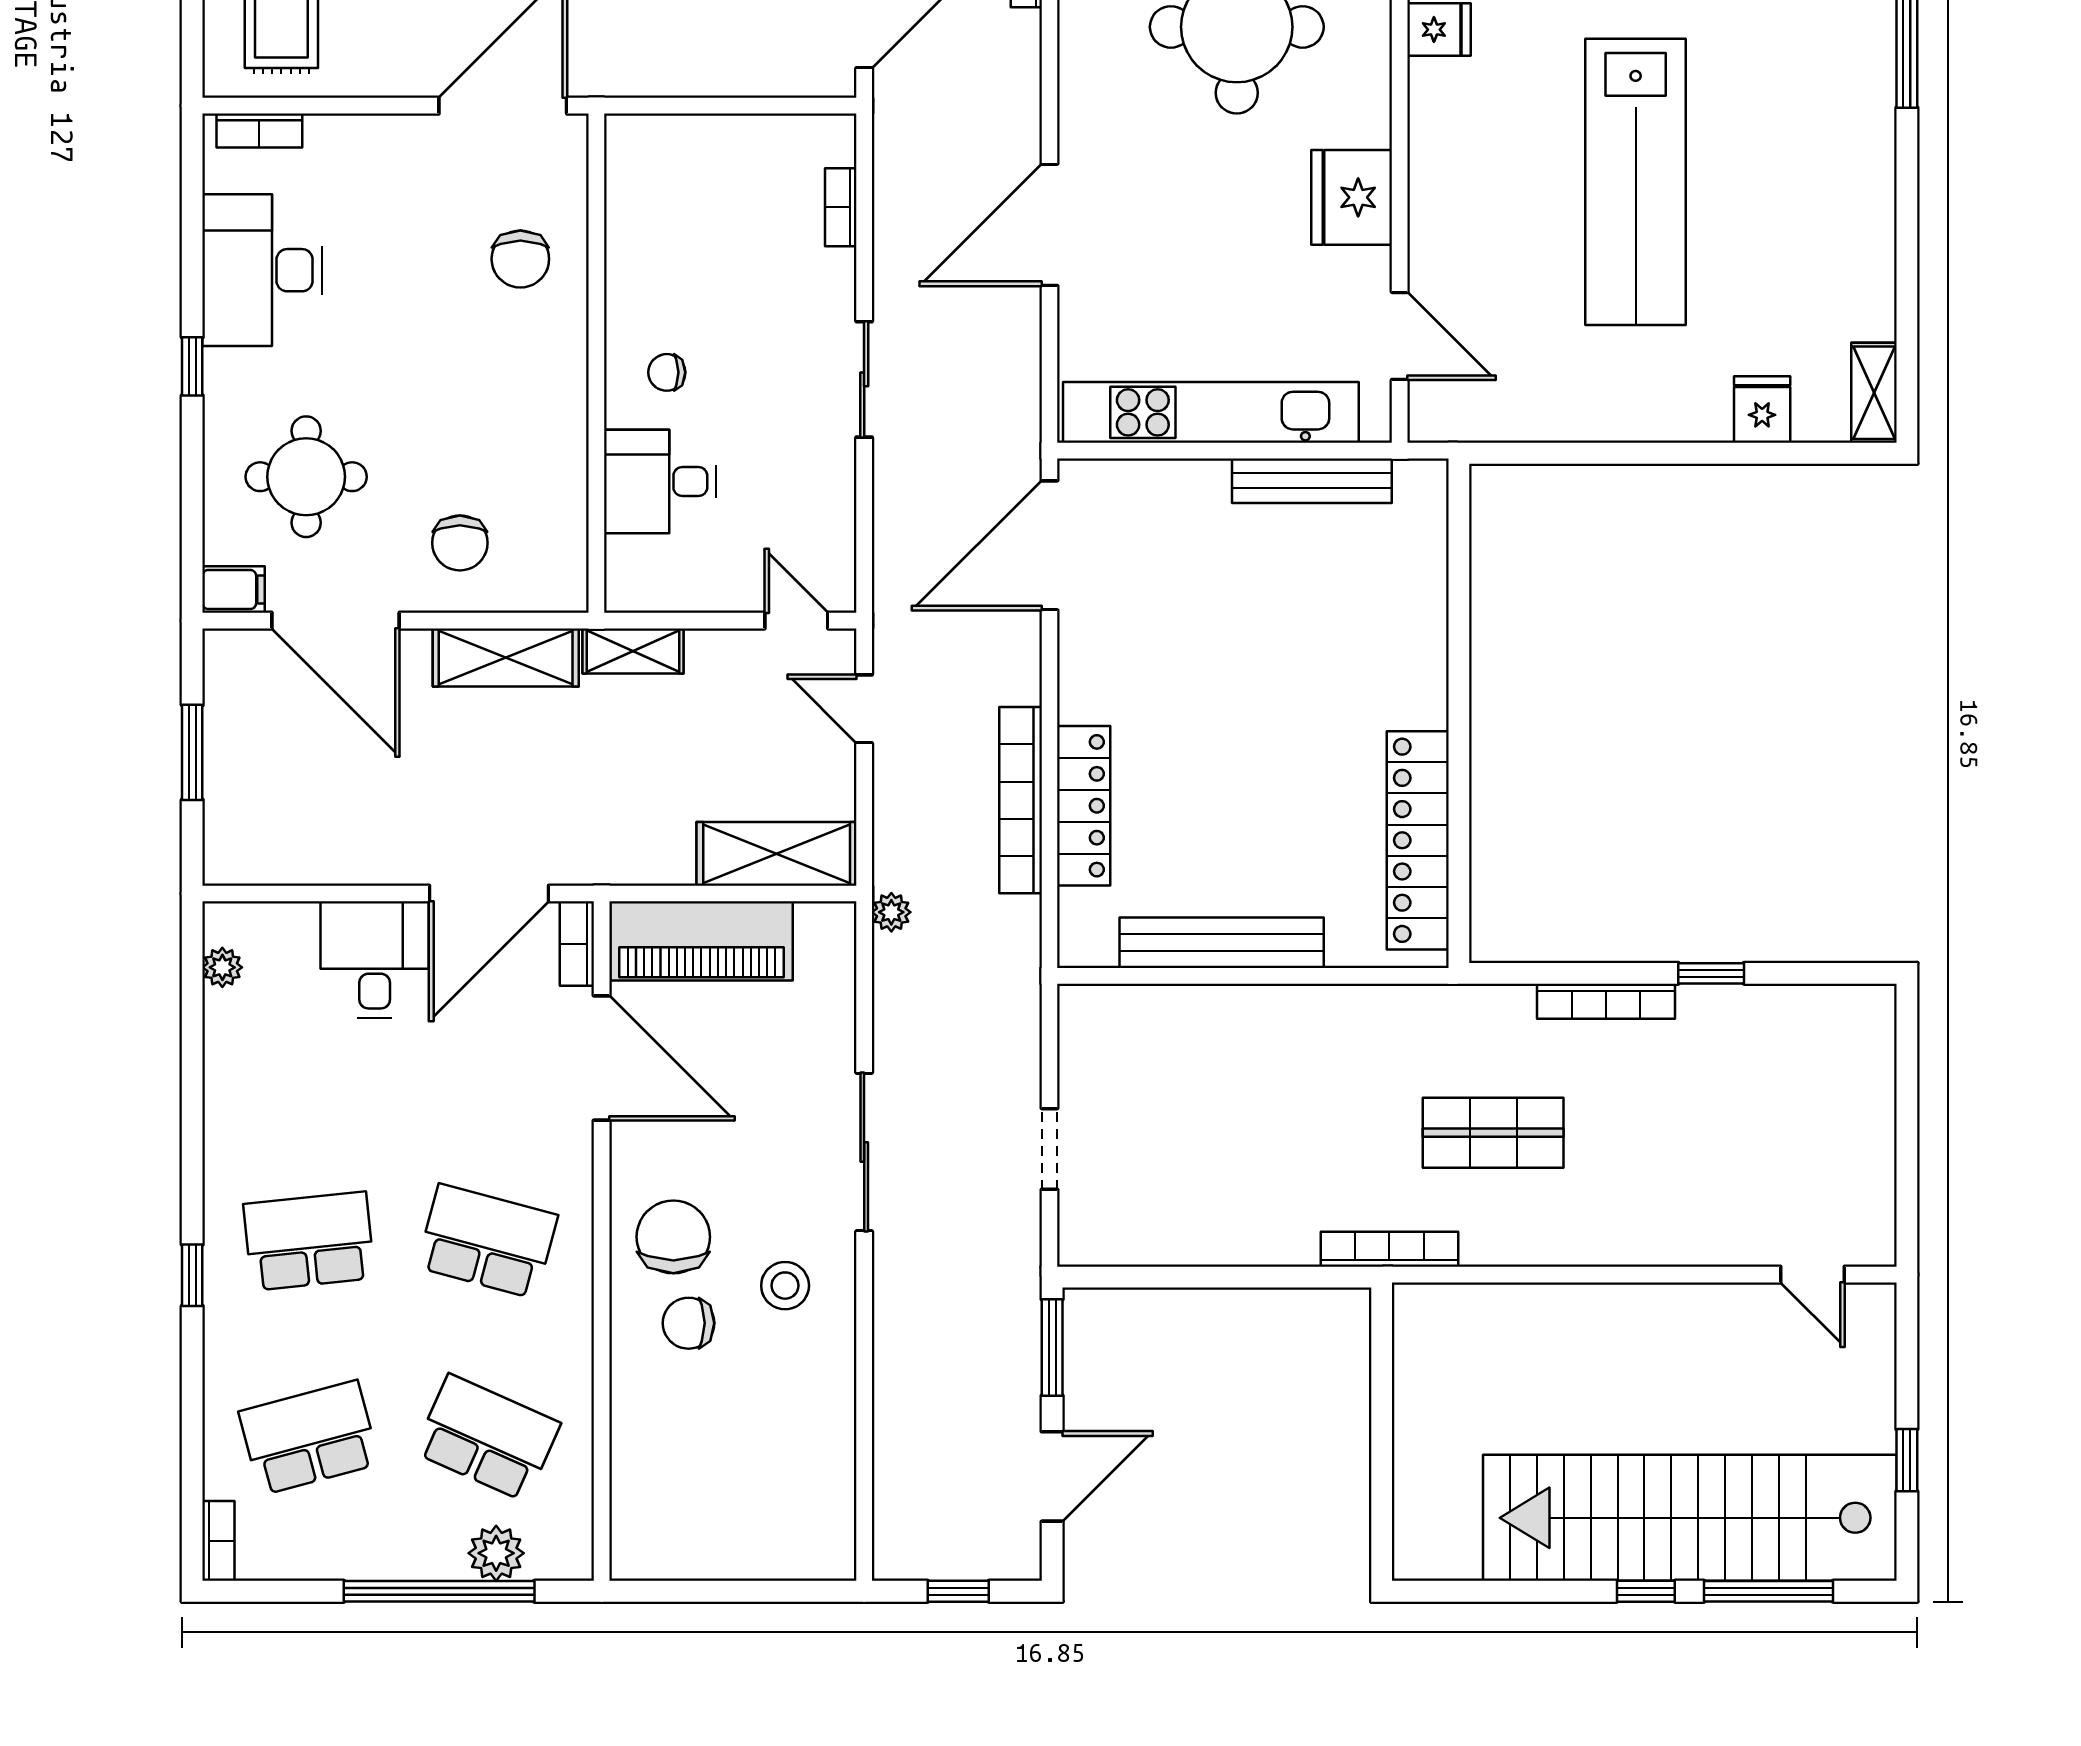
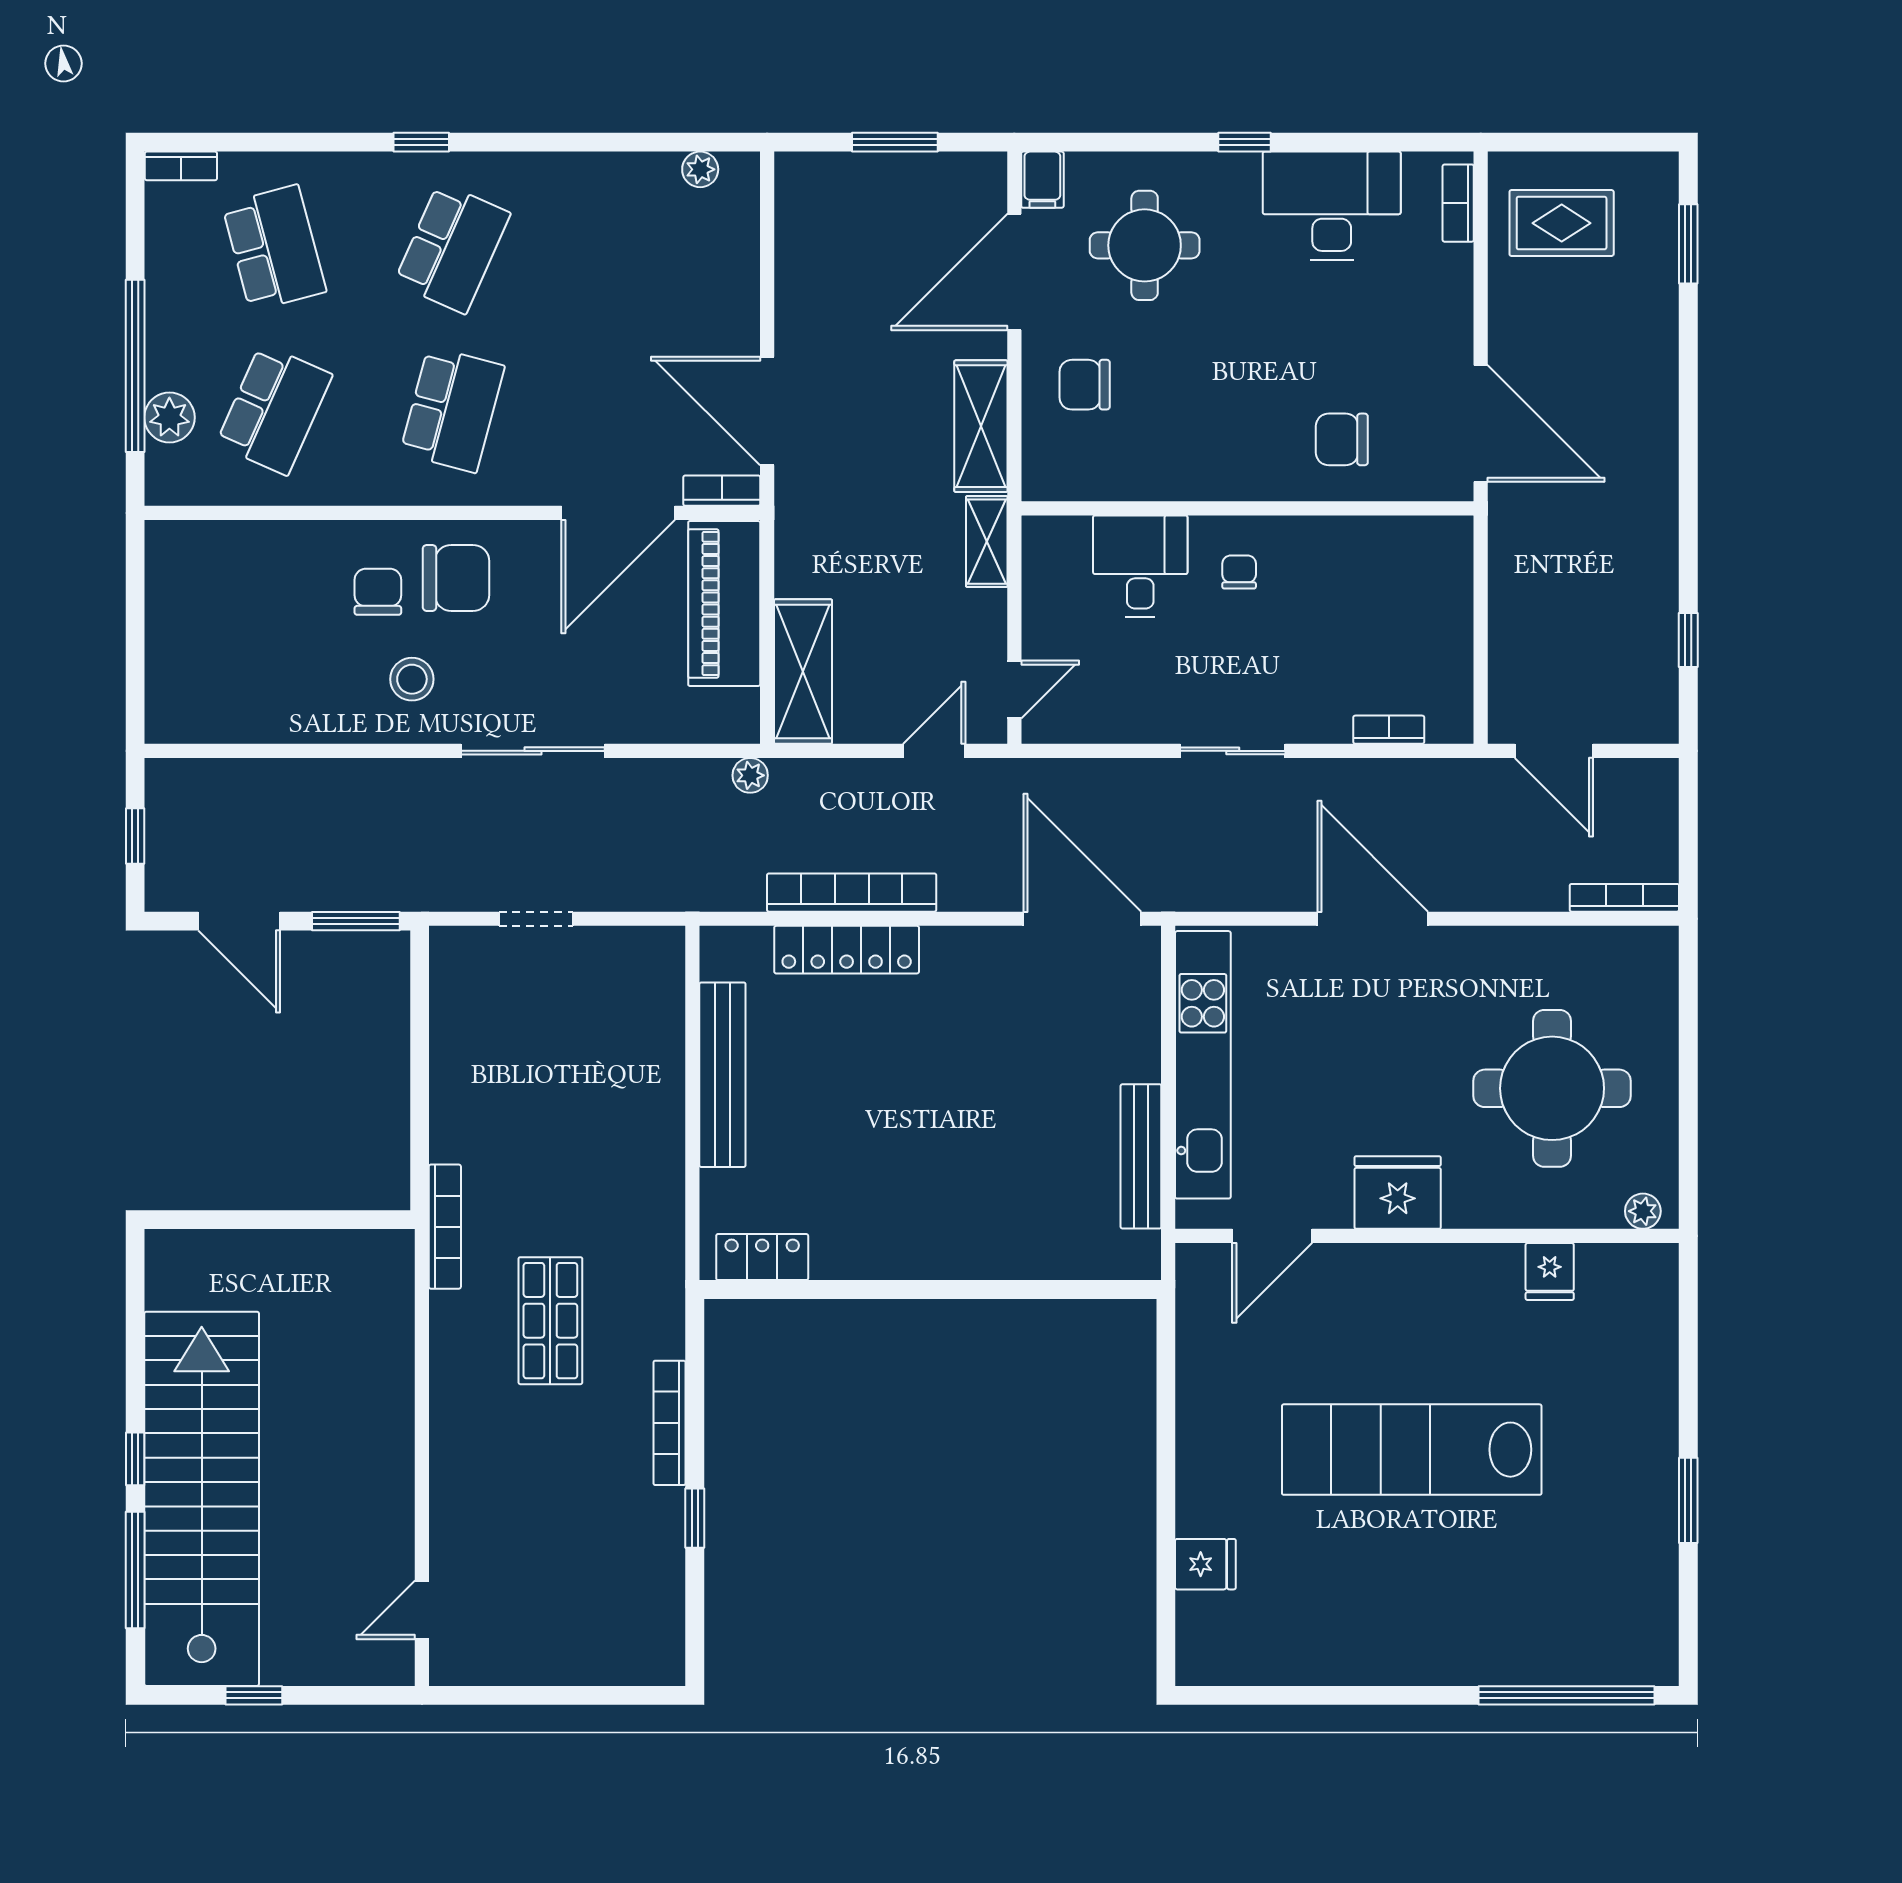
shelving: (1874, 393) -> (1221, 1666), removed
locker: (1418, 840) -> (762, 1257), width x0.46, depth x0.83
desk: (375, 960) -> (707, 307), removed
school desk: (309, 1241) -> (452, 248), turned 30

